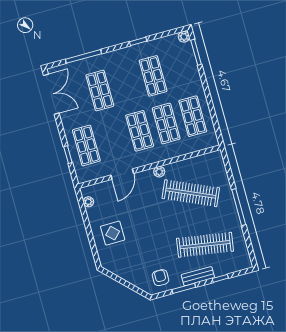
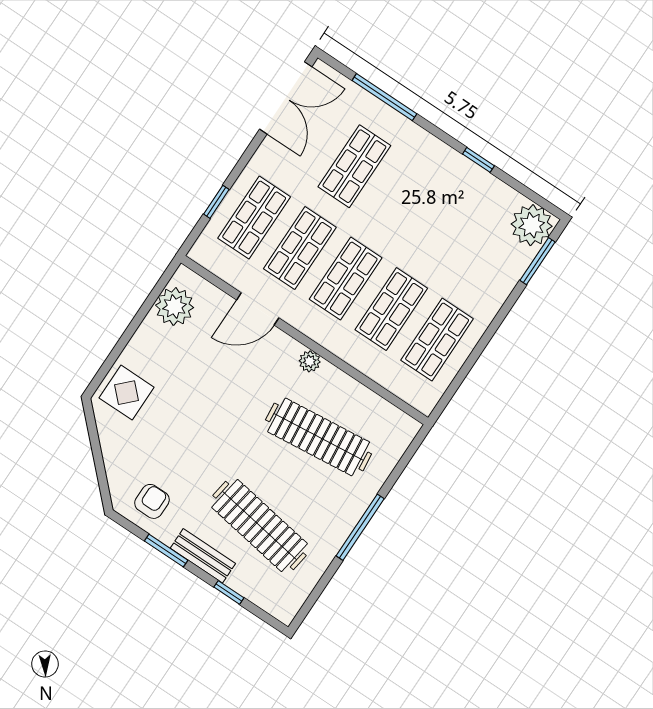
plant: (184, 37) -> (532, 225), width x1.88, depth x1.88
shop shelf: (153, 76) -> (300, 248), moved
clothes rail: (191, 193) -> (319, 437), turned -30
plant: (88, 202) -> (175, 306), width x1.88, depth x1.88
display table: (113, 233) -> (127, 393), moved

